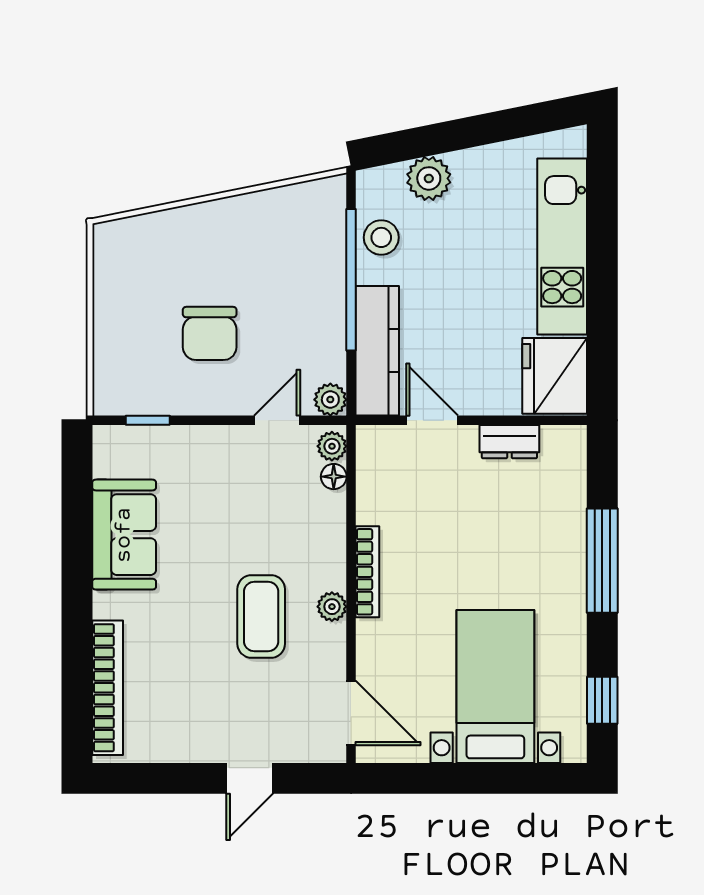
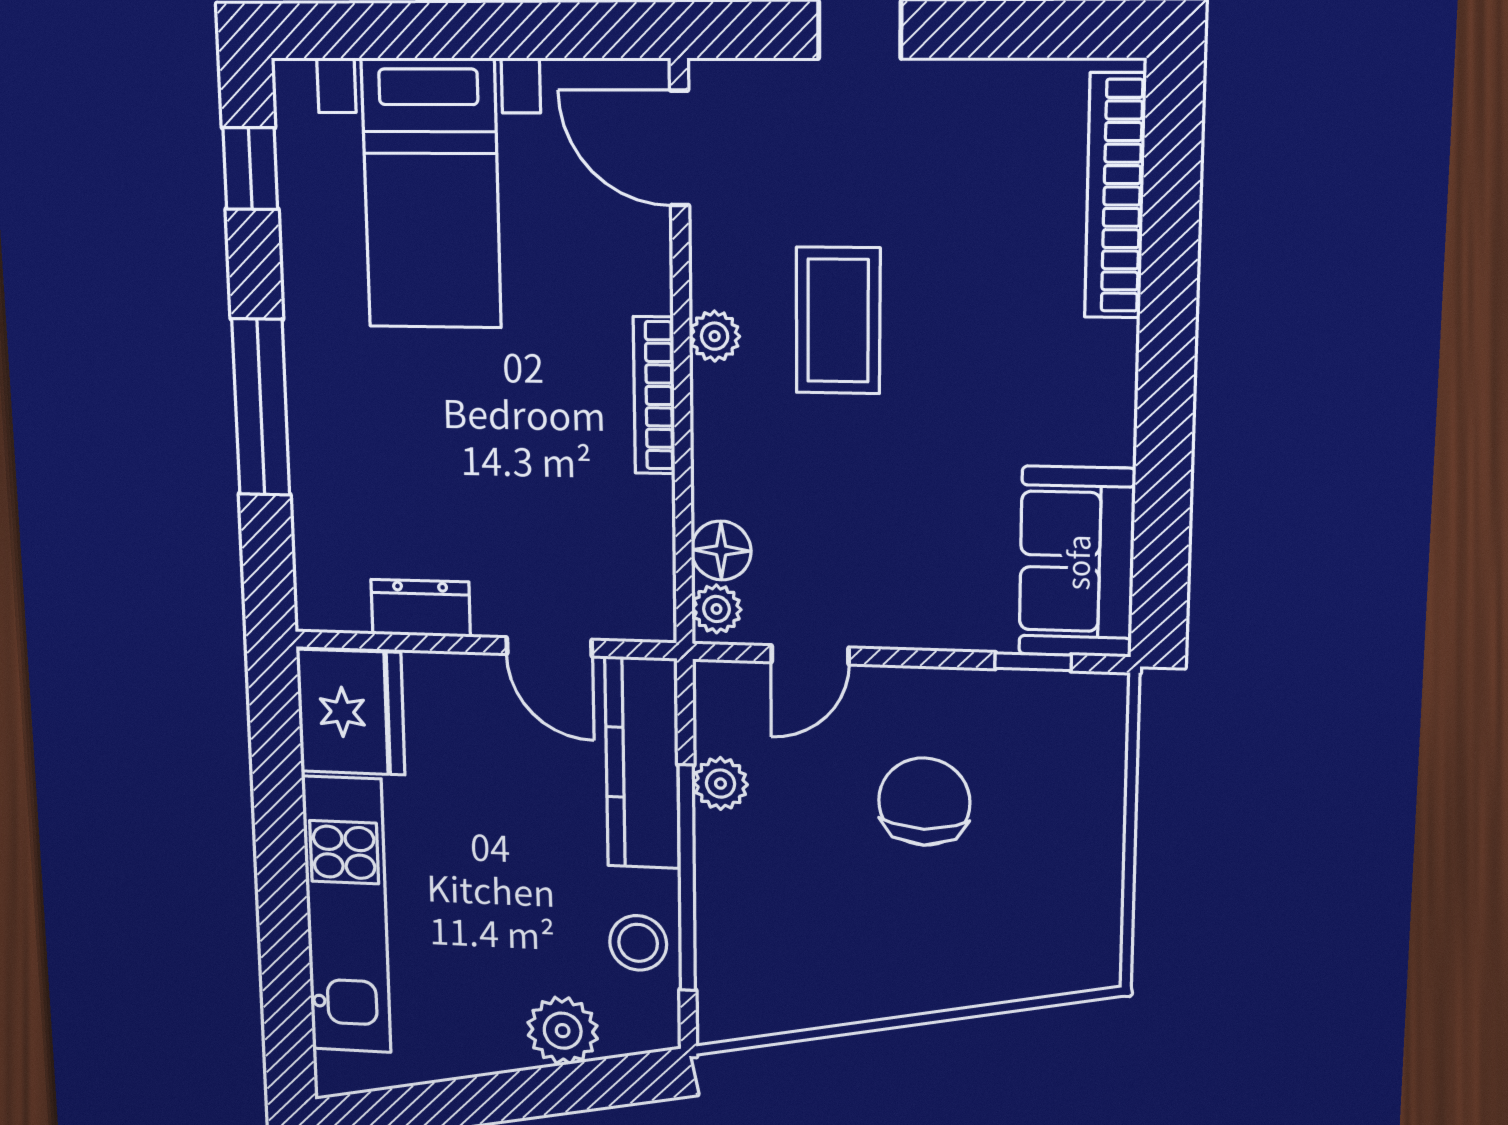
plant: (330, 400) -> (721, 784), moved
floor lamp: (334, 477) -> (721, 550), width x1.37, depth x1.37
sofa: (124, 535) -> (1077, 562), moved

